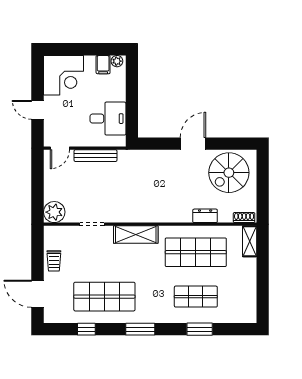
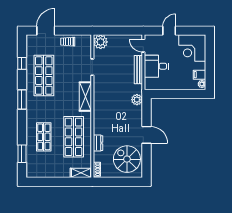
desk: (108, 119) -> (156, 66), moved, turned 90
plant: (140, 158) -> (137, 100), added
window: (200, 329) -> (22, 154), moved

